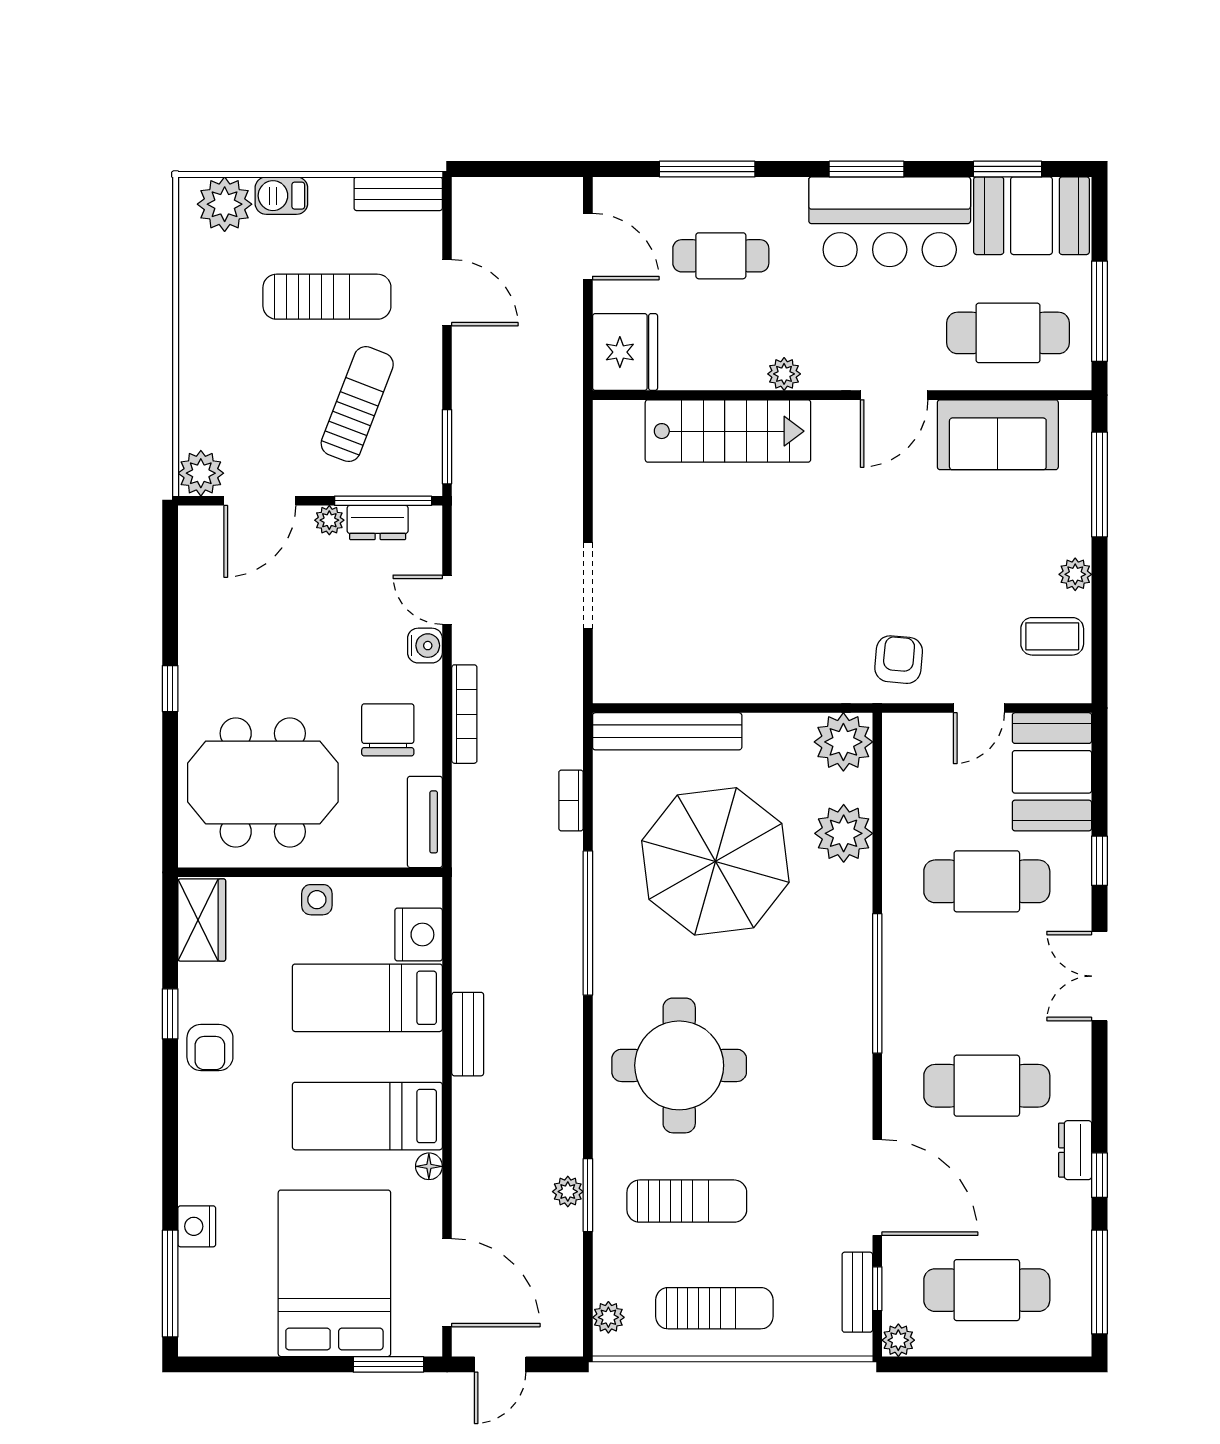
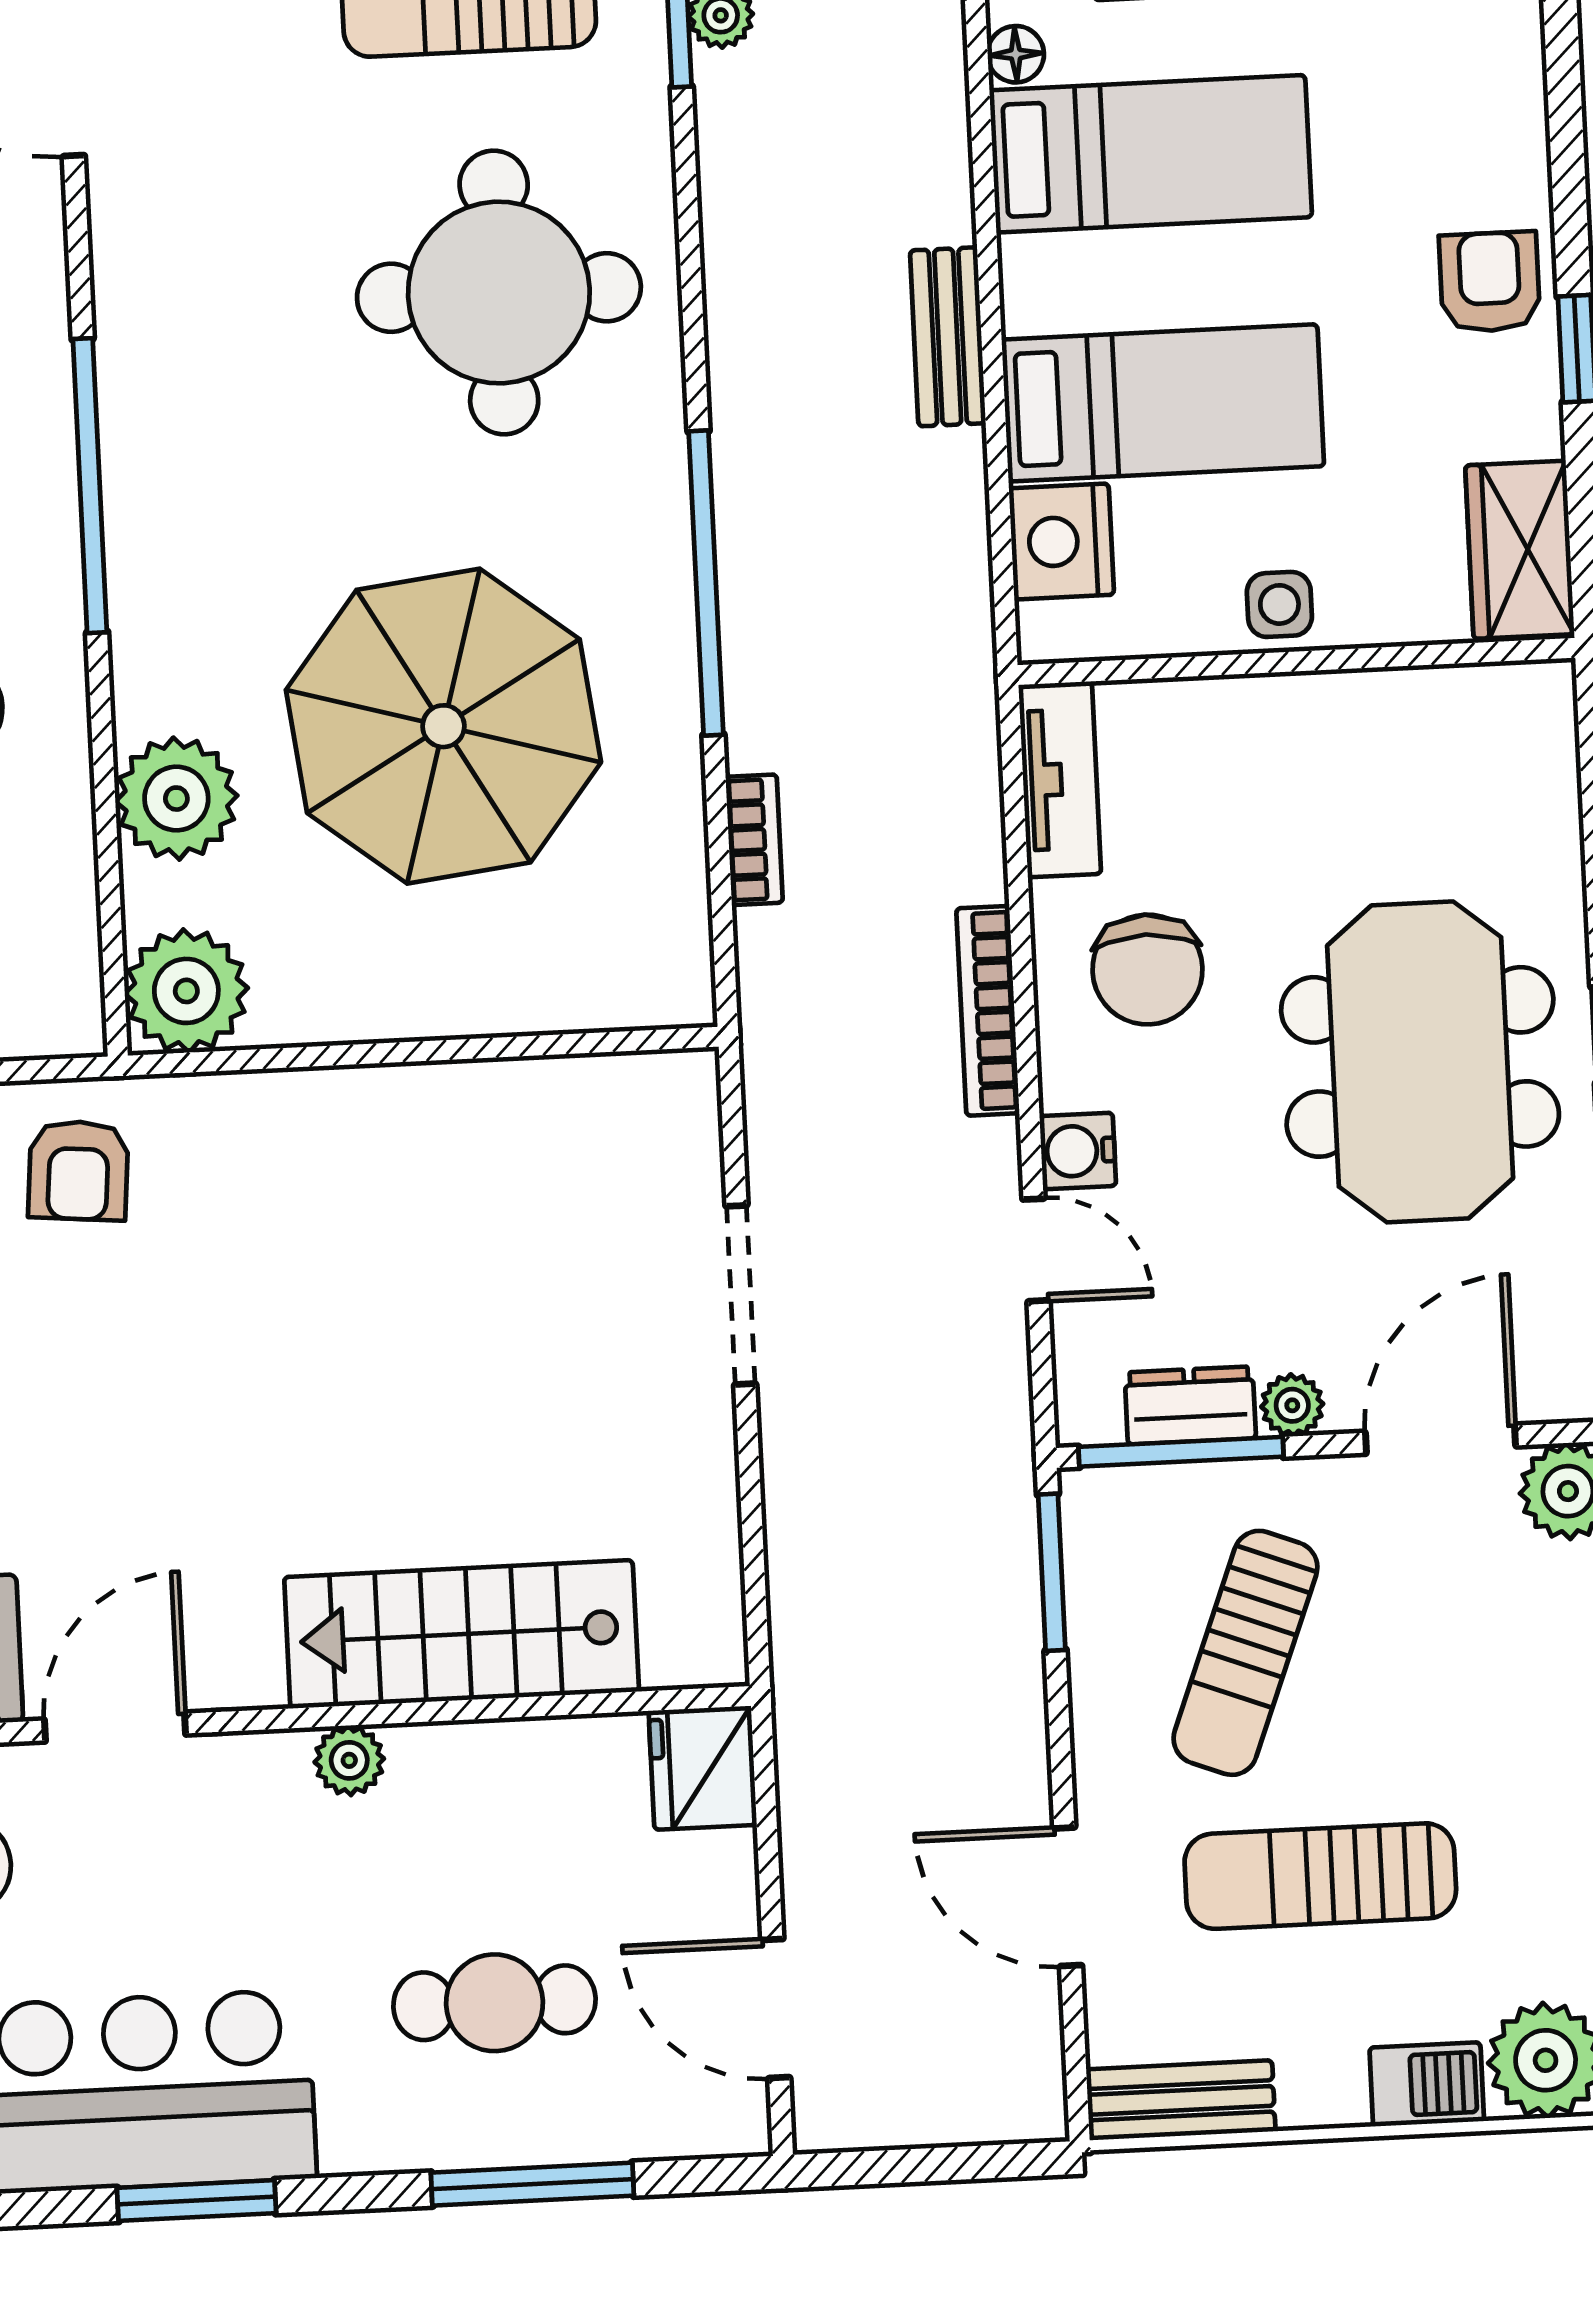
fridge: (625, 352) -> (703, 1768), width x0.73, depth x0.75
bench: (667, 731) -> (559, 995), removed
meeting table: (263, 782) -> (1420, 1062), moved, turned 90

